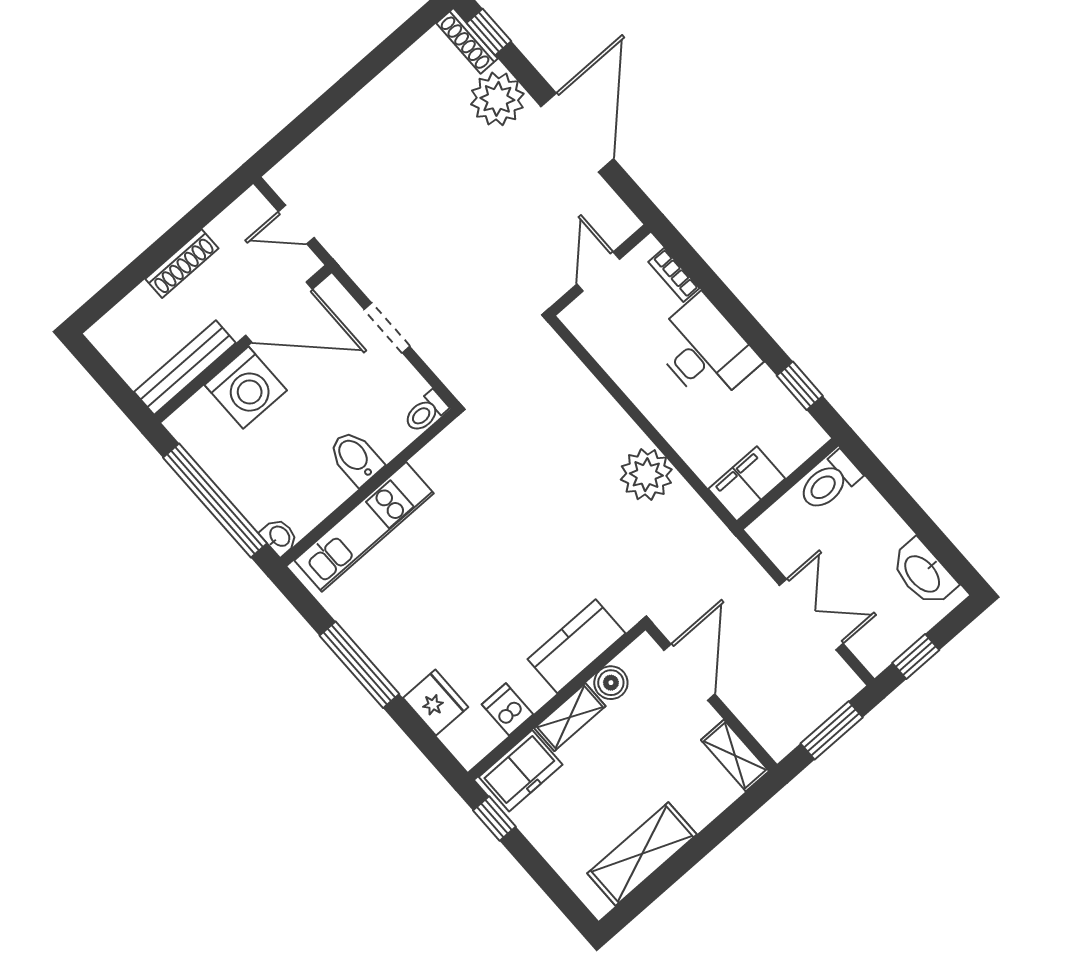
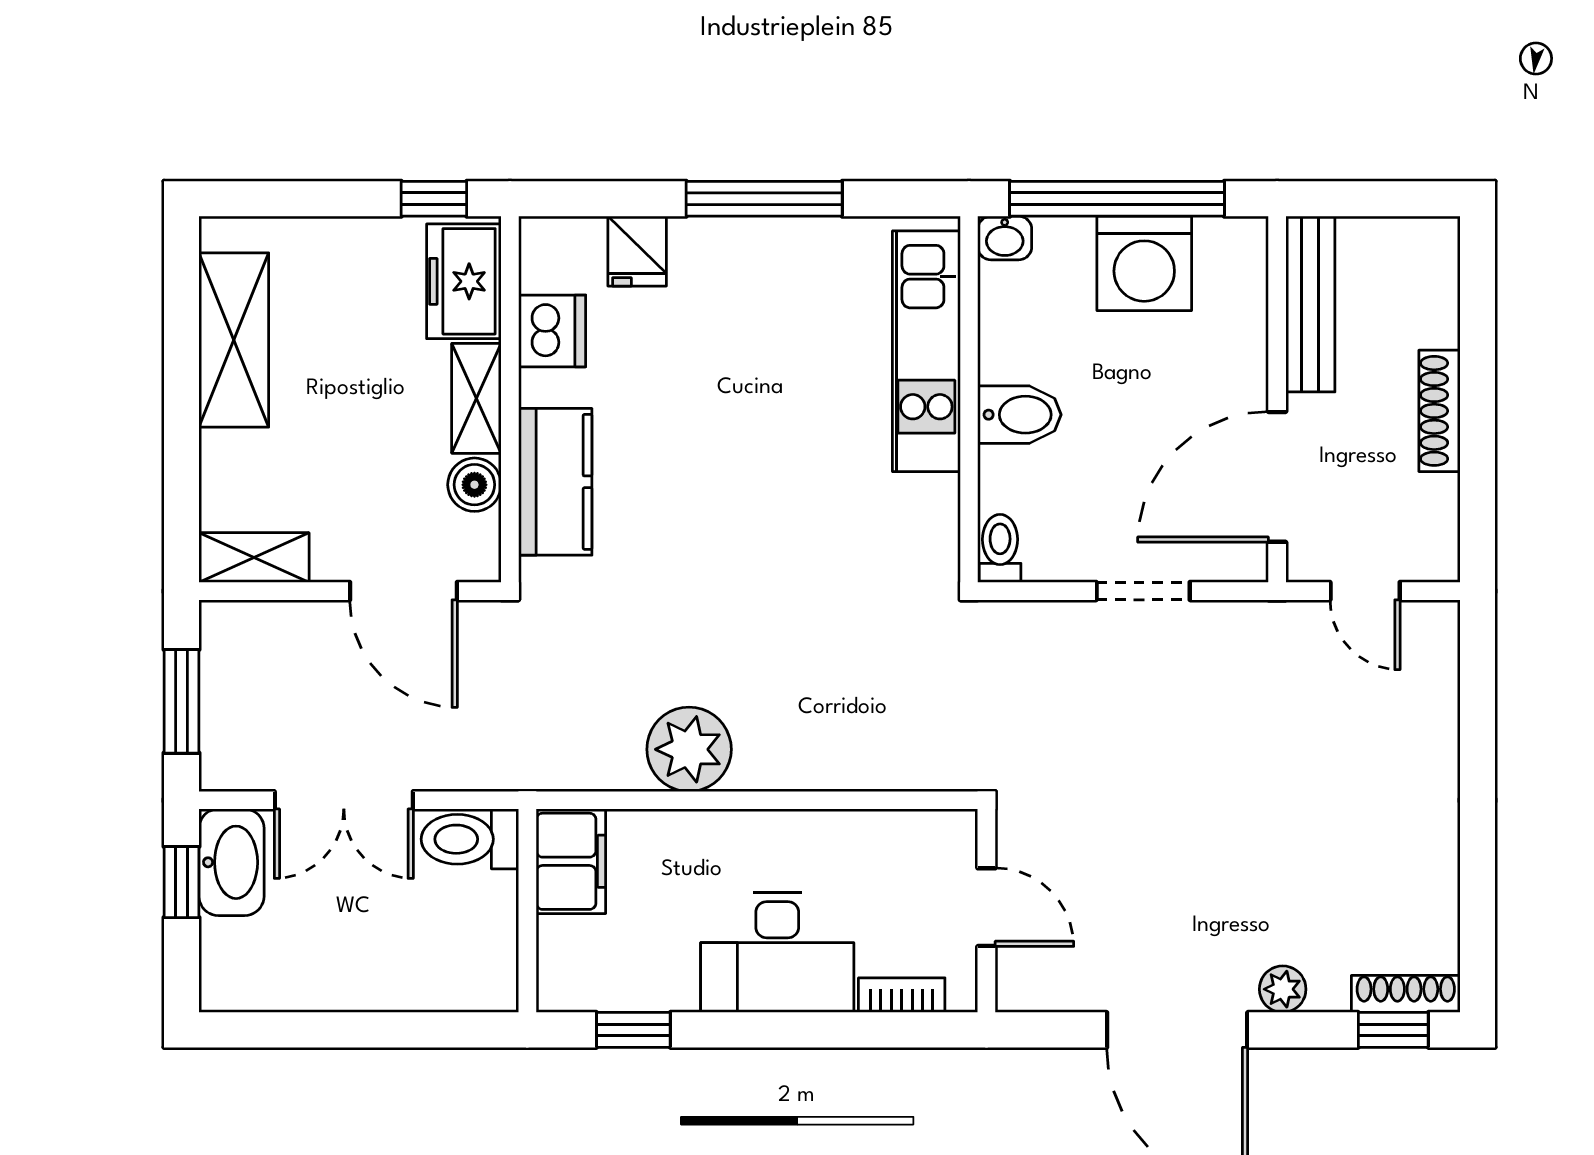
plant: (497, 99) -> (1283, 989), width x0.53, depth x0.53
door: (296, 225) -> (1365, 591), swing flipped
washing machine: (246, 388) -> (1144, 263), moved, turned -90
toilet: (829, 482) -> (470, 839), moved, turned -90
washbasin: (923, 573) -> (231, 862), moved, turned 90
fridge: (436, 702) -> (637, 251), width x0.72
dishwasher: (508, 709) -> (552, 331), width x1.38

